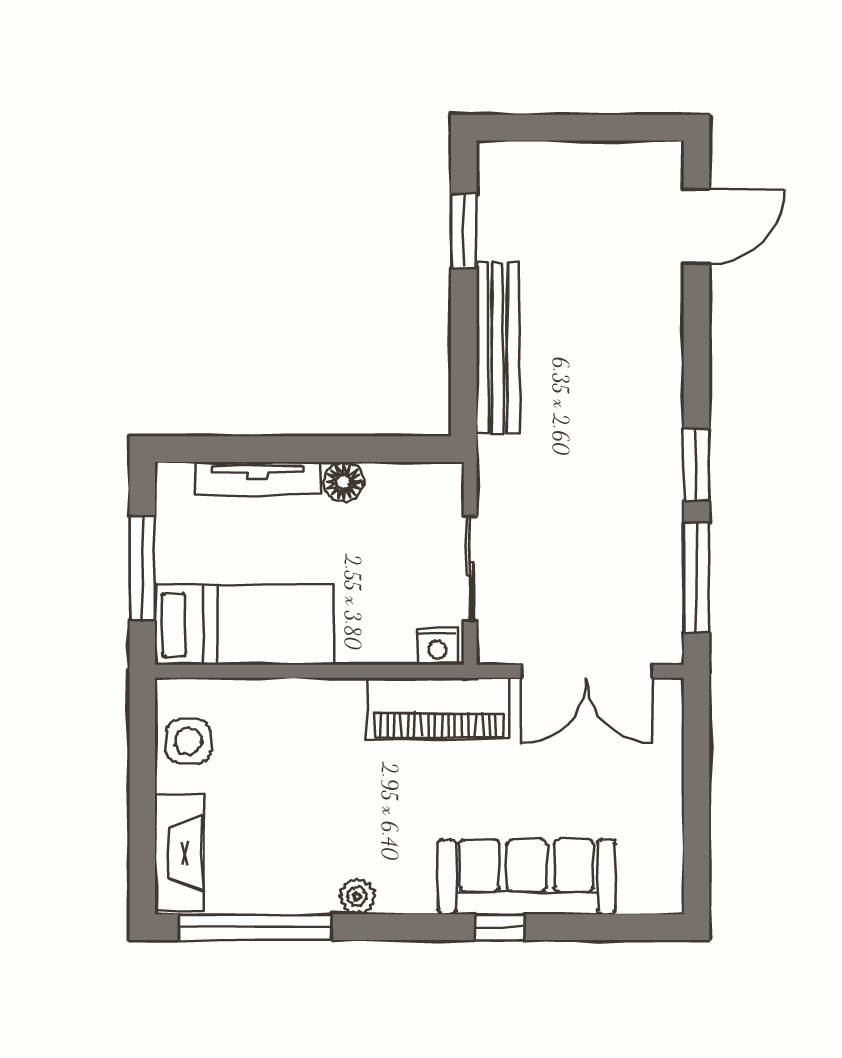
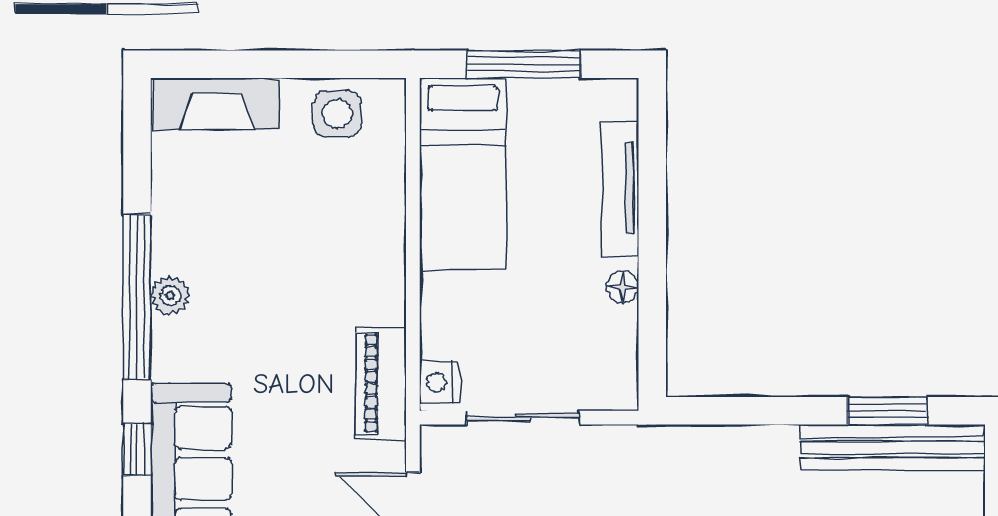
bench: (498, 348) -> (893, 447), moved
floor lamp: (344, 482) -> (623, 287), width x0.73, depth x0.73
piano: (438, 709) -> (381, 383), width x0.73, depth x0.75
window: (255, 927) -> (137, 297), moved

